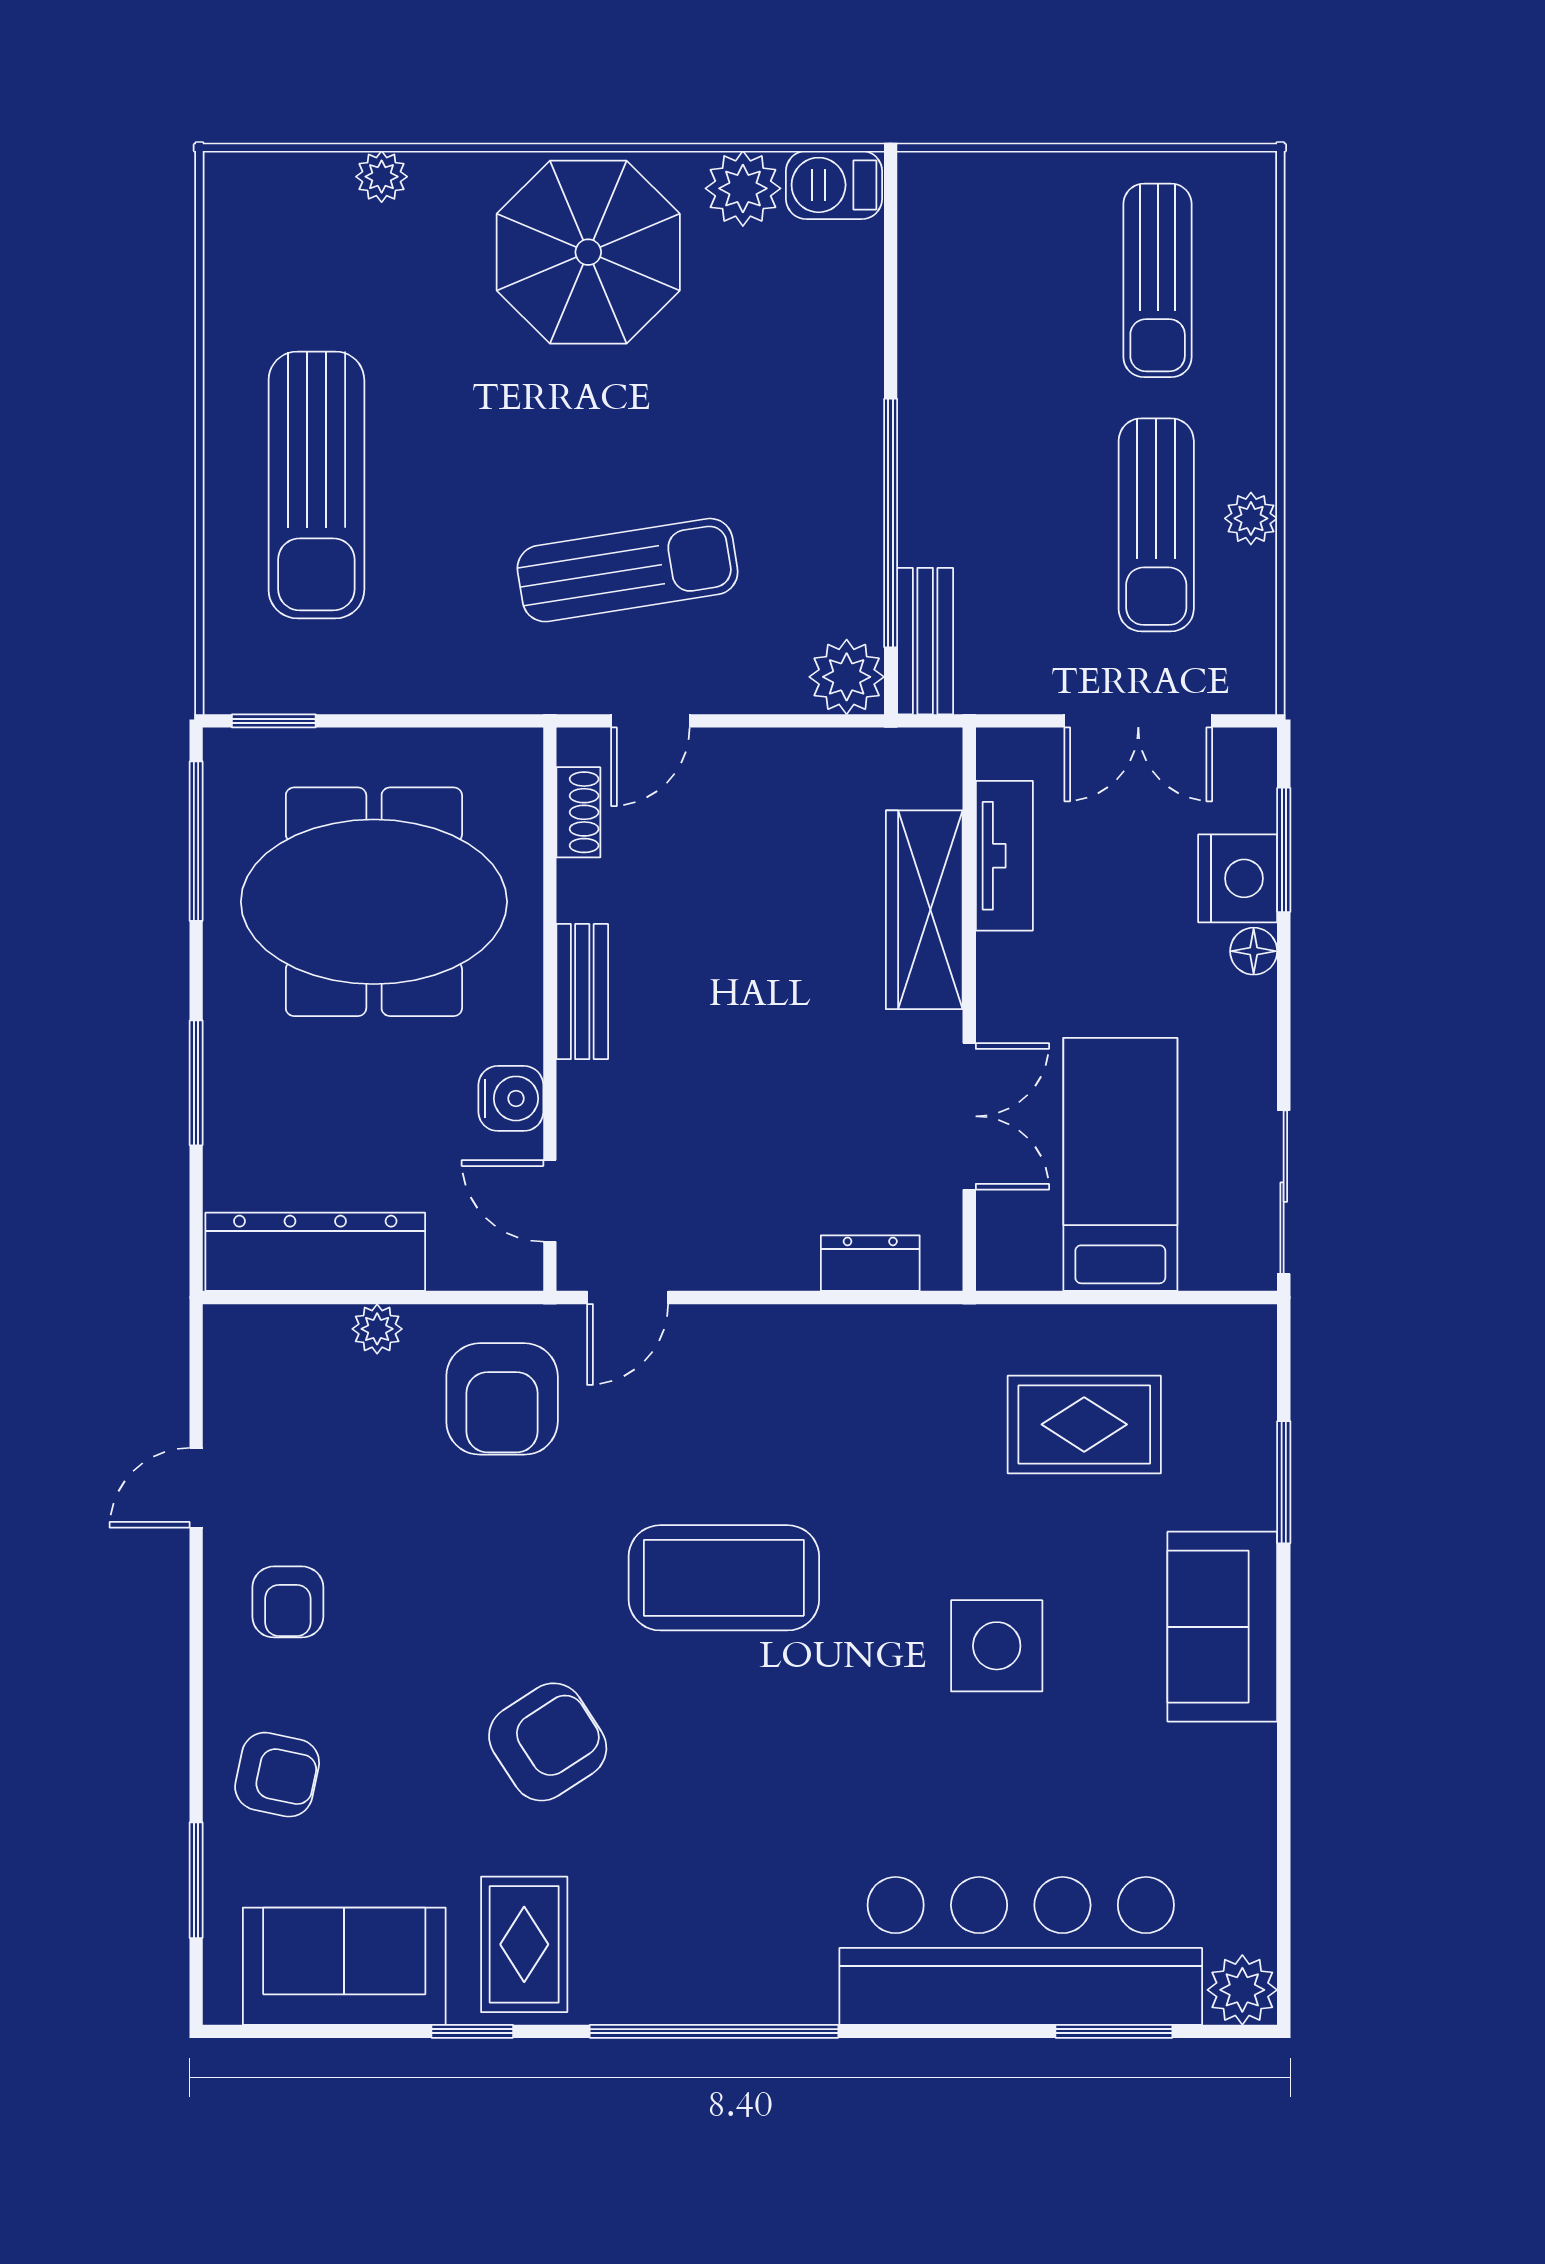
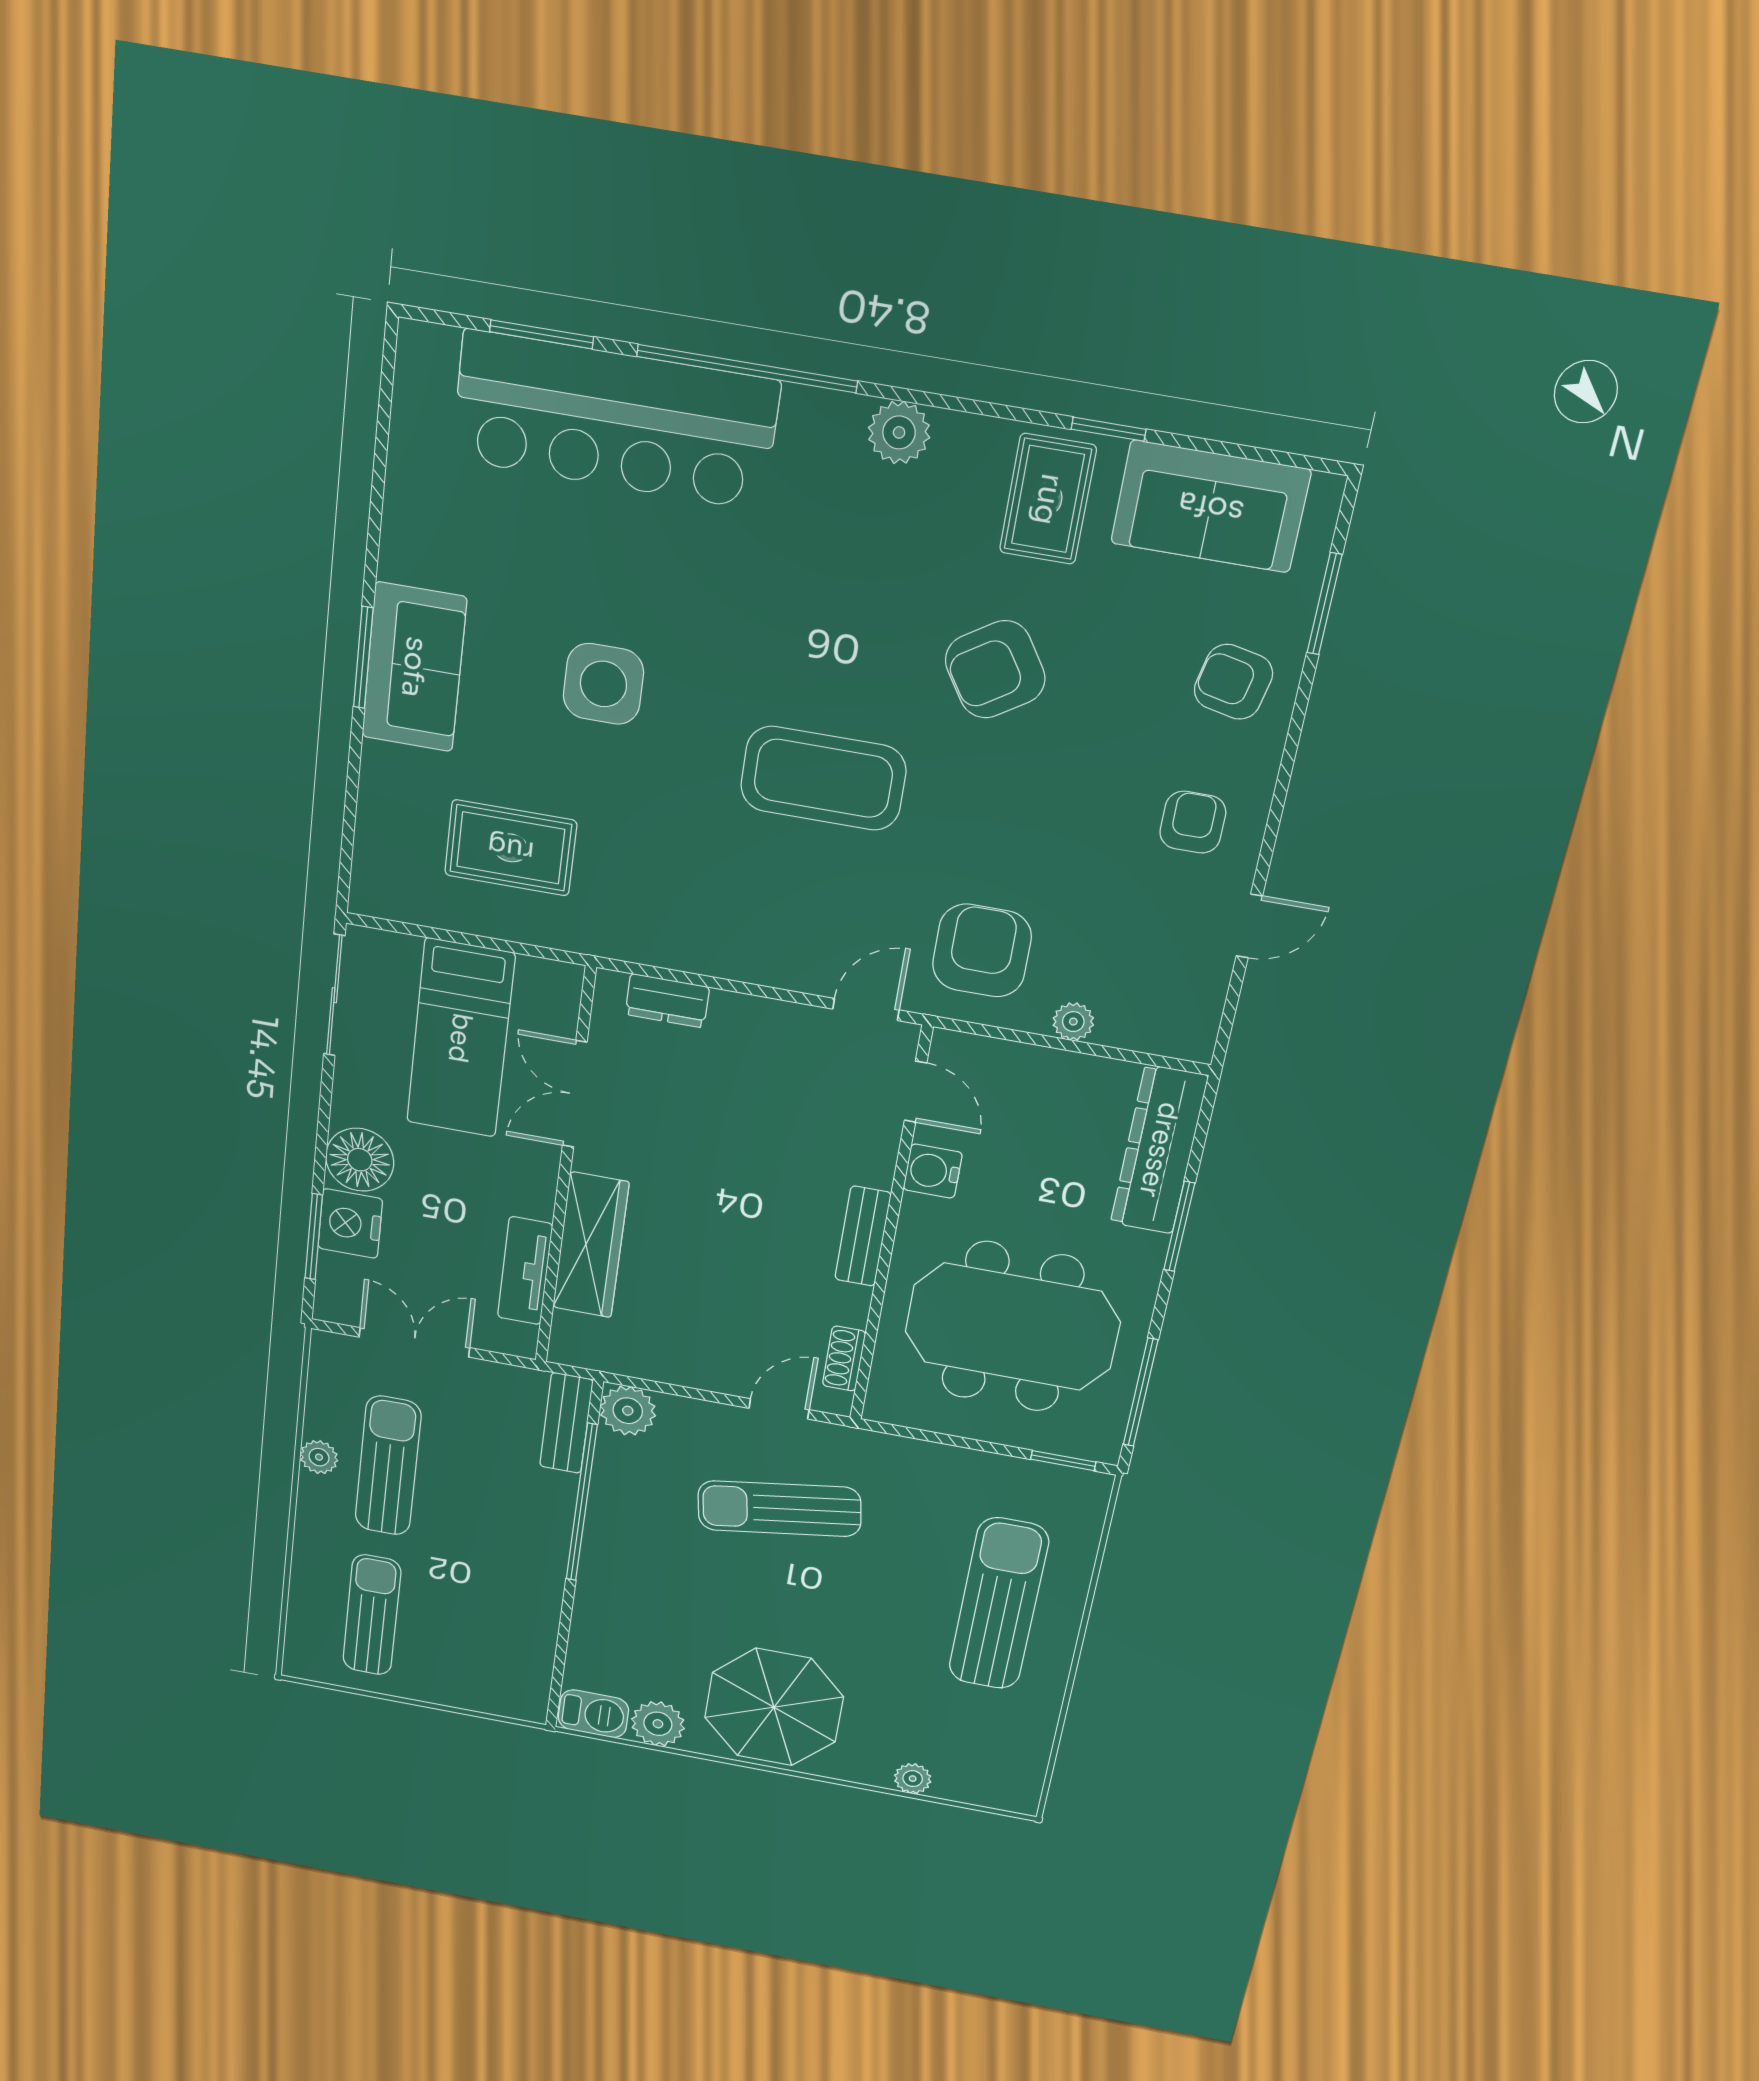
floor lamp: (1254, 951) -> (360, 1160), width x1.89, depth x1.89
dresser: (315, 1252) -> (1159, 1150), moved, turned 90
window: (1284, 1482) -> (363, 658), moved
plant: (1242, 1990) -> (899, 432), moved
window: (714, 2031) -> (747, 369), moved

